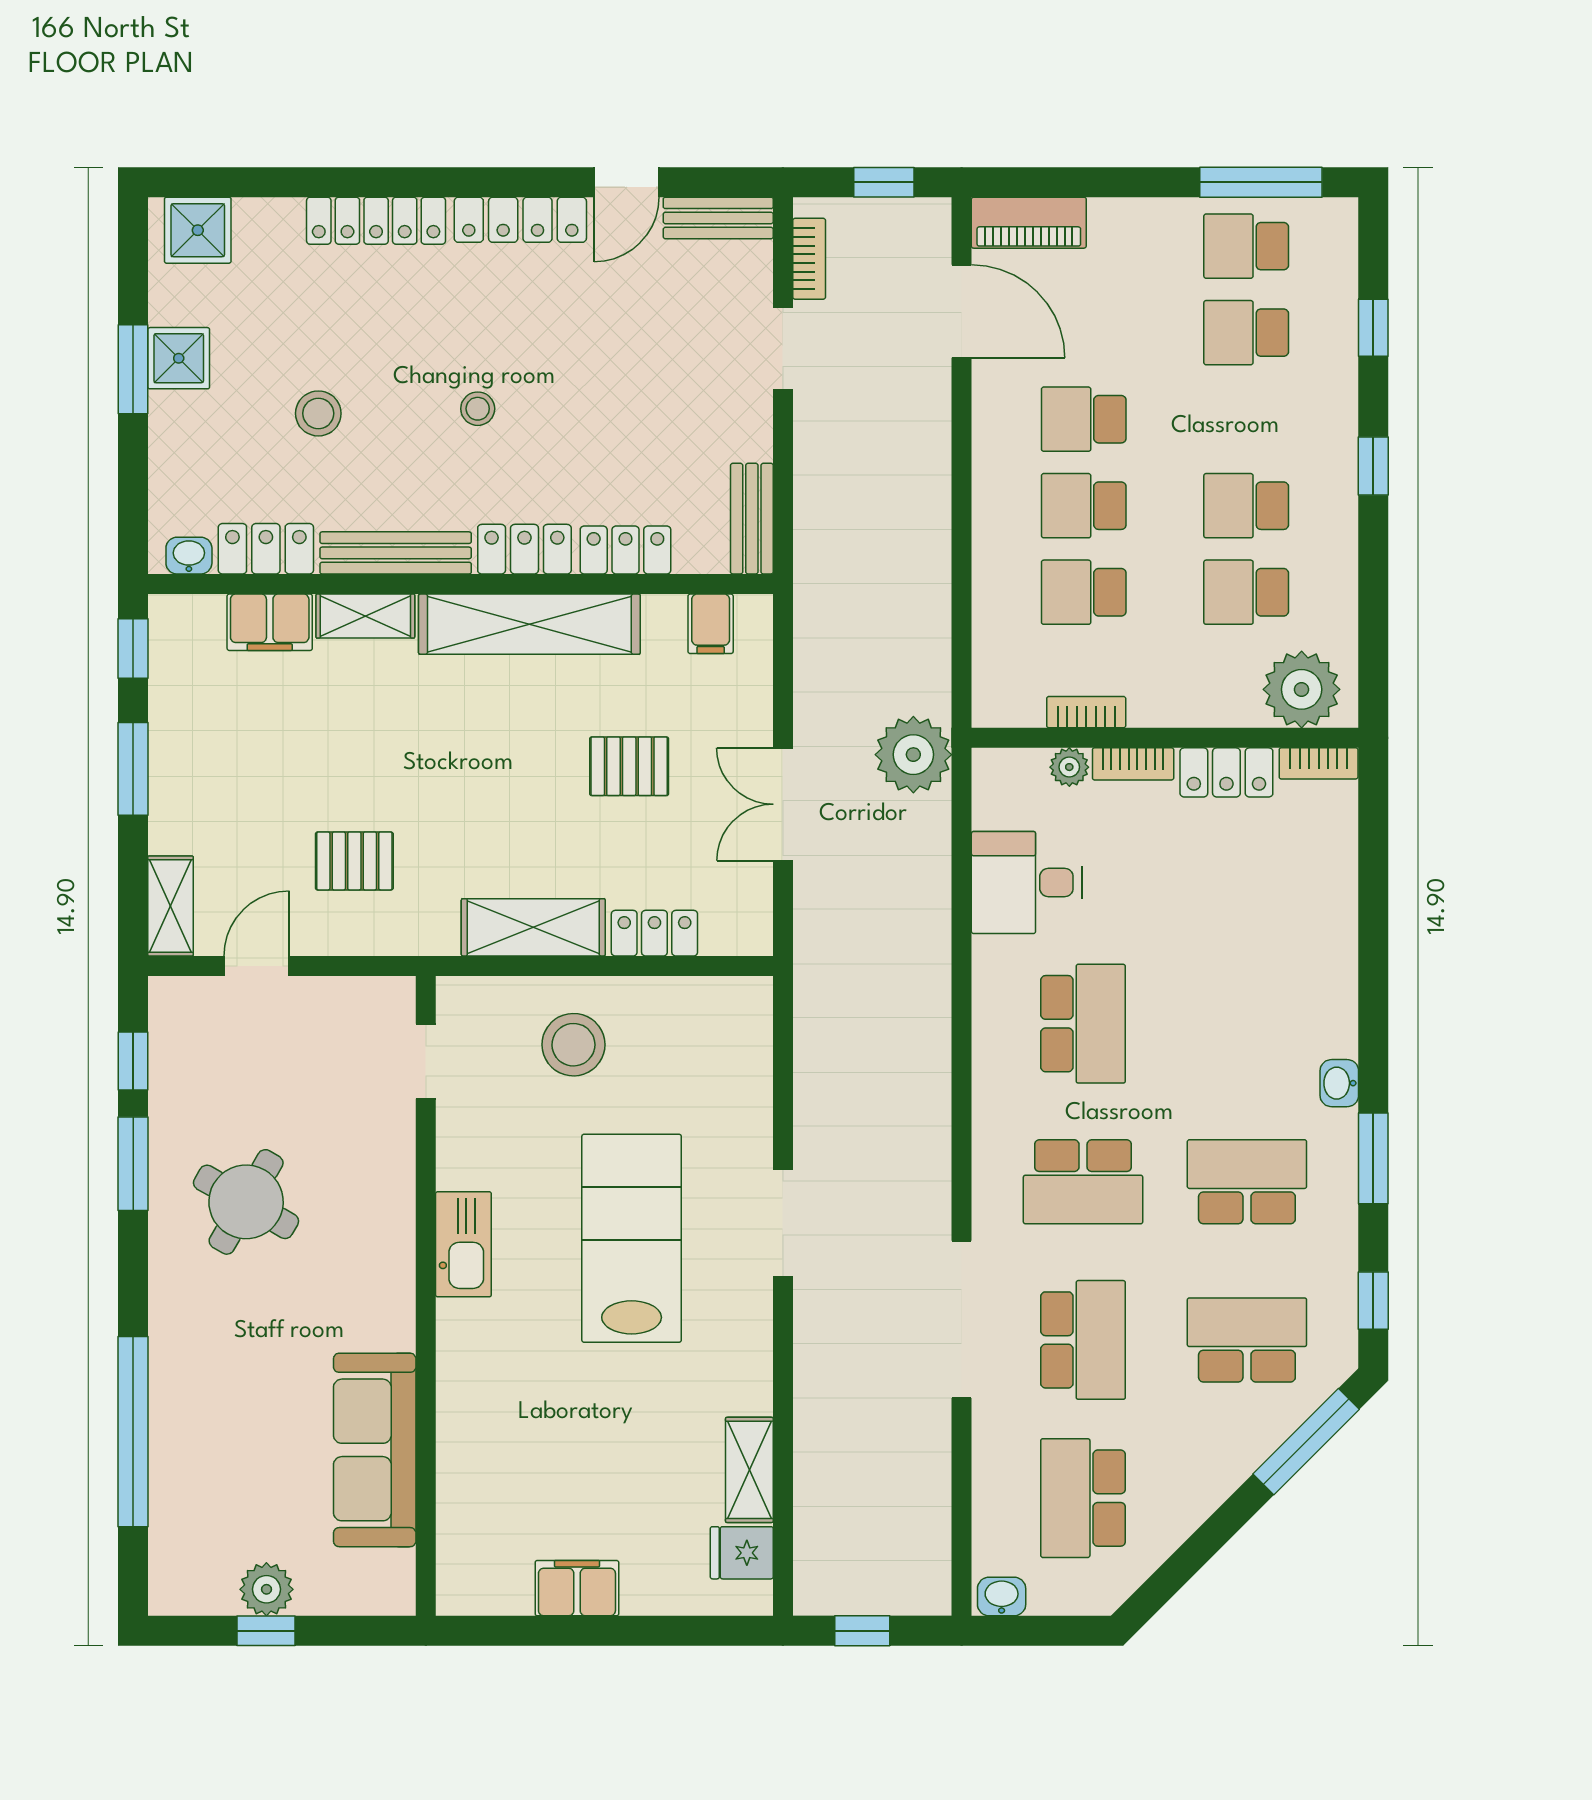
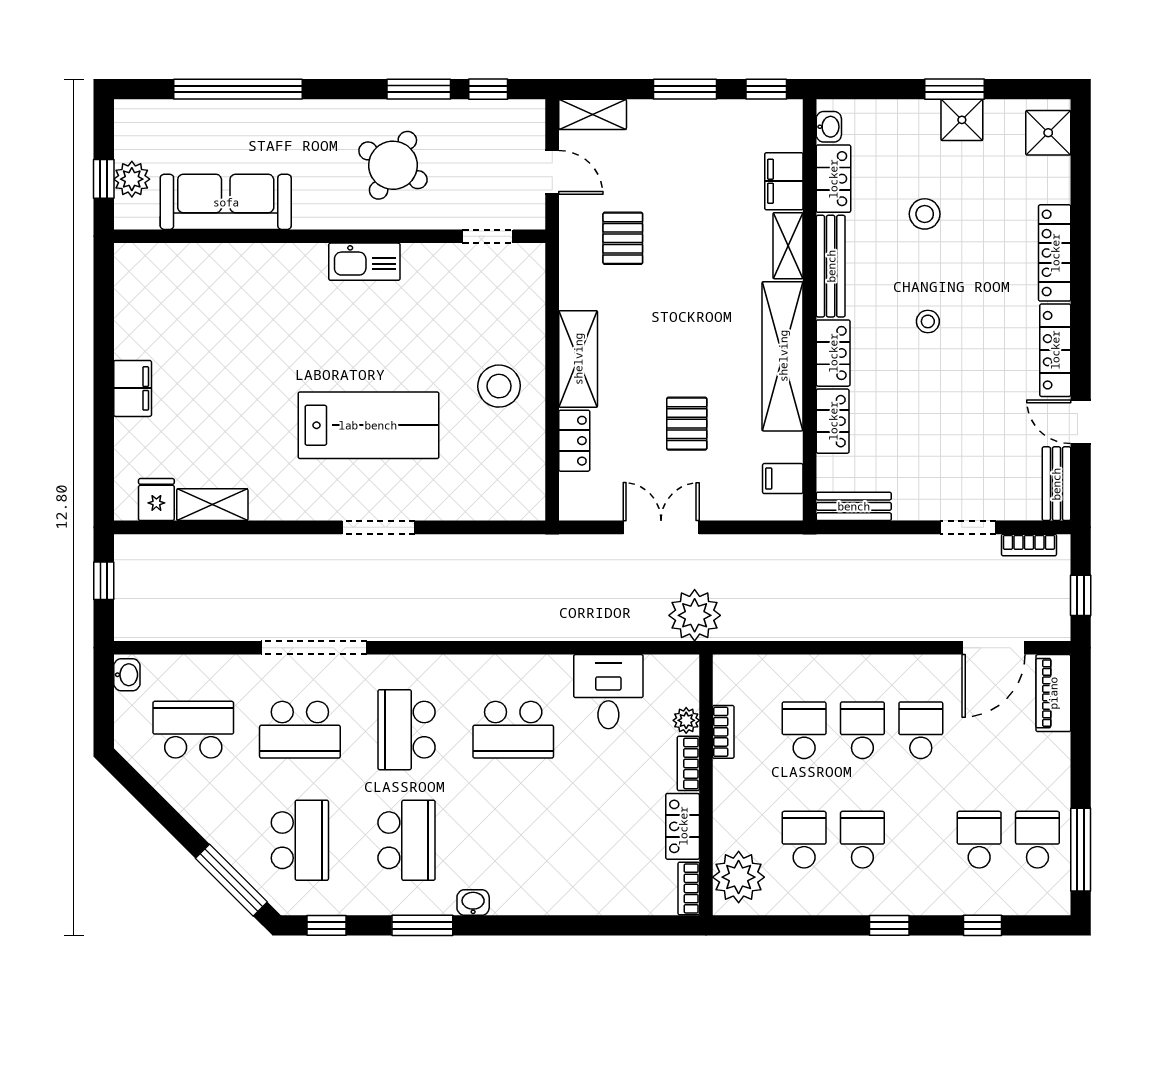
doorway: (426, 1061) -> (488, 236), moved
kitchen sink: (463, 1244) -> (364, 262), moved
wall: (426, 1296) -> (330, 236), moved
sofa: (375, 1450) -> (226, 202), moved

